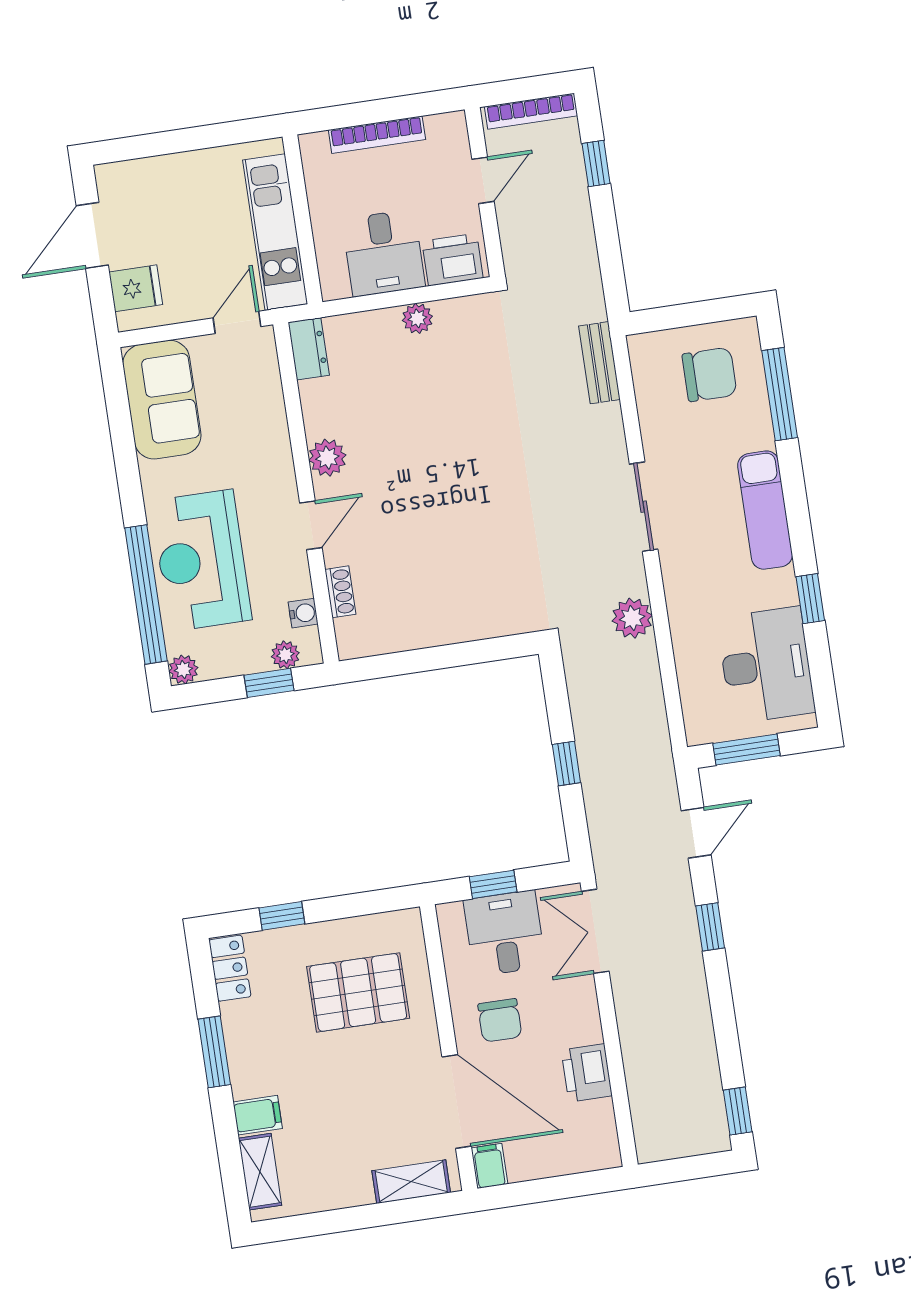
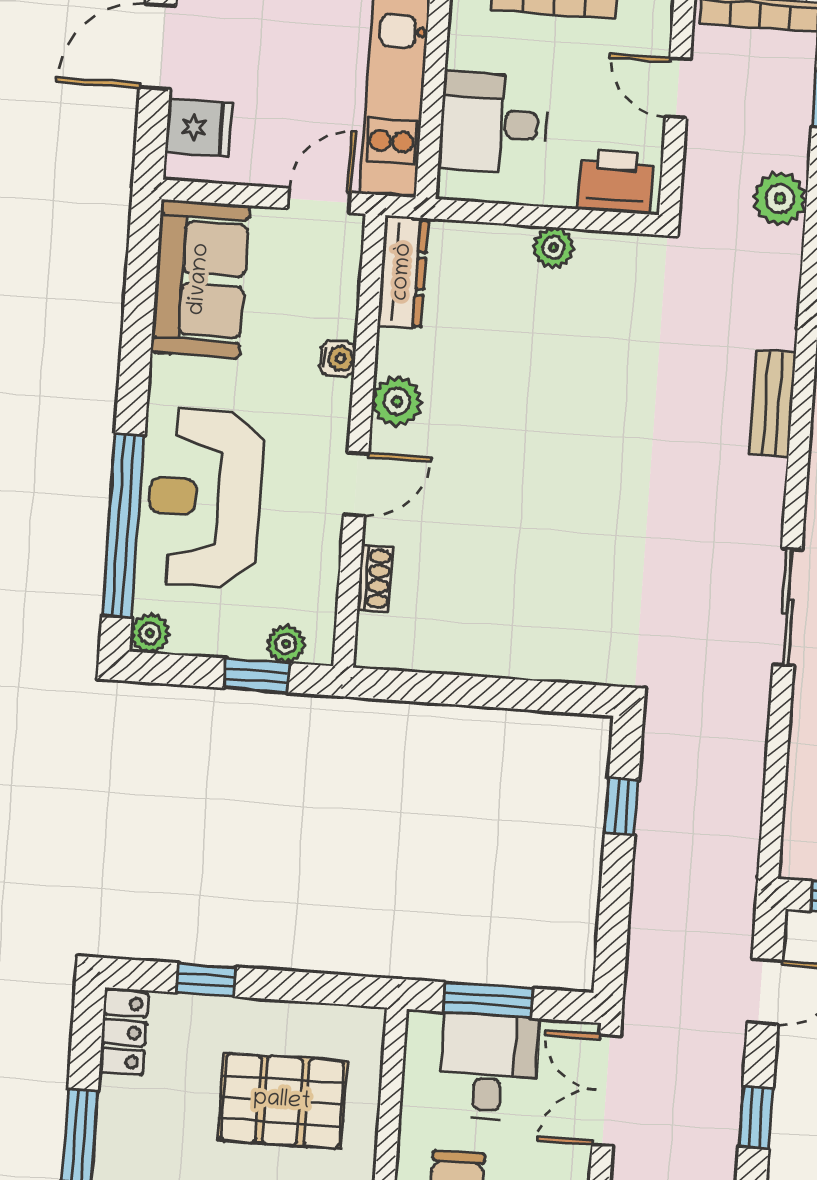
door: (483, 180) -> (678, 88), swing flipped
desk: (384, 253) -> (493, 123), moved, turned 90
dresser: (309, 349) -> (403, 272), width x1.44
bench: (599, 363) -> (772, 403), moved
sliding door: (644, 507) -> (788, 607), moved
water cooler: (303, 613) -> (338, 358), moved
plant: (632, 618) -> (780, 199), moved
window: (566, 764) -> (622, 807), moved
window: (493, 884) -> (488, 1000), width x1.50

